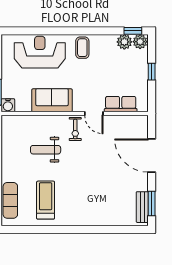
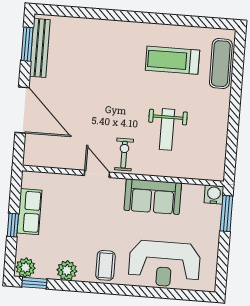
plant: (124, 42) -> (67, 270), moved
row of seats: (121, 104) -> (29, 212), moved, turned -90
weight bench: (46, 150) -> (167, 129), turned 90
treadmill: (46, 200) -> (172, 60), turned 90
bench: (142, 207) -> (40, 48), width x1.36

